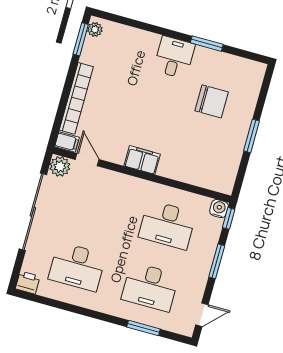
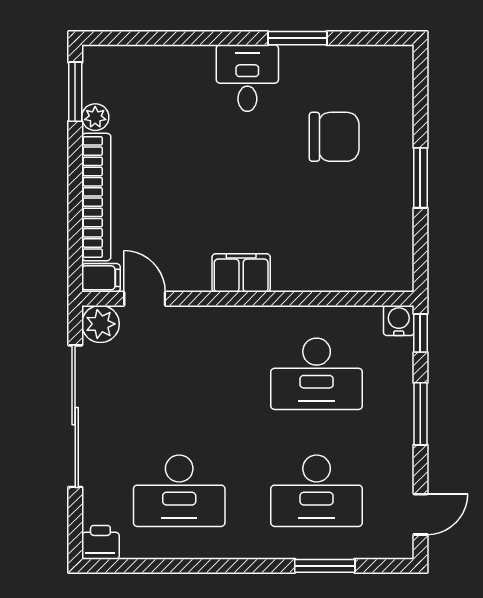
plant: (95, 29) -> (95, 117), moved

